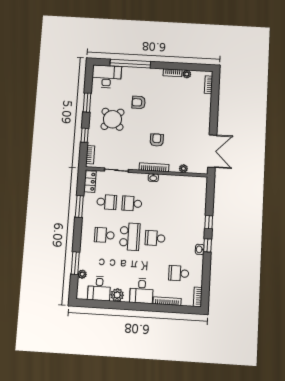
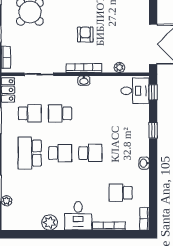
school desk: (104, 235) -> (30, 153), width x1.85
school desk: (130, 237) -> (60, 153), width x0.54
school desk: (155, 238) -> (90, 153), turned 180
window: (208, 245) -> (153, 92), moved
desk: (99, 288) -> (135, 91), moved, turned -90

